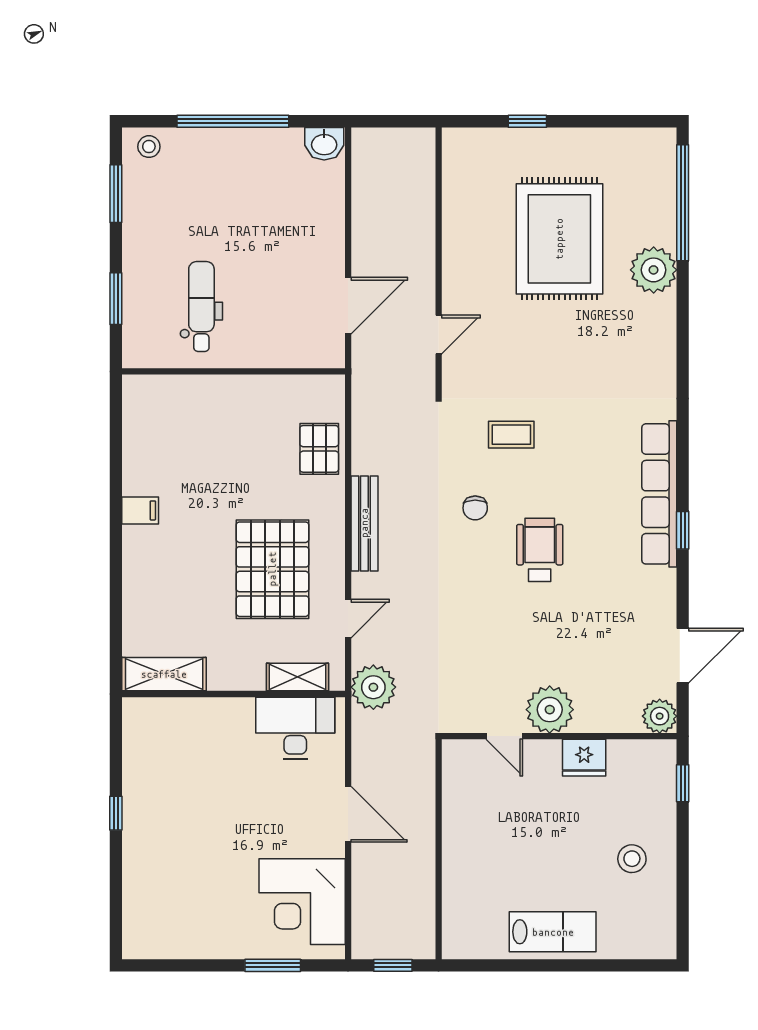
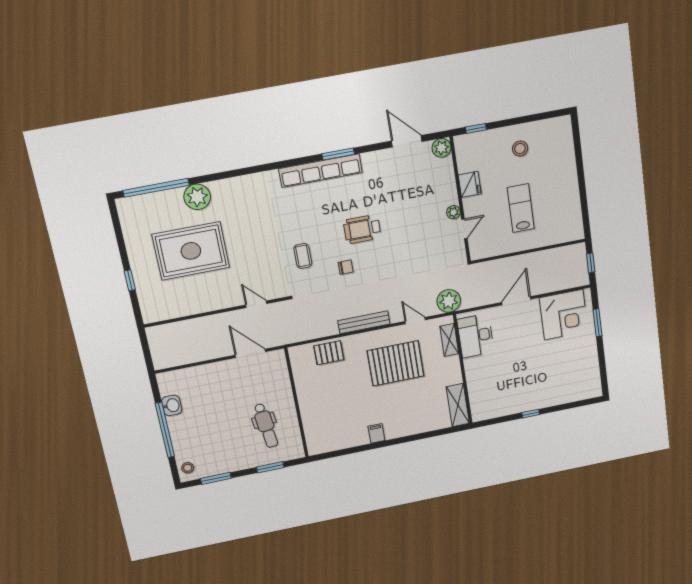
washbasin: (324, 144) -> (172, 405), moved
dental chair: (201, 307) -> (266, 426), turned -97
window: (683, 530) -> (338, 154), width x1.50
plant: (550, 710) -> (453, 212), width x0.53, depth x0.53
lab bench: (553, 932) -> (521, 208), moved

